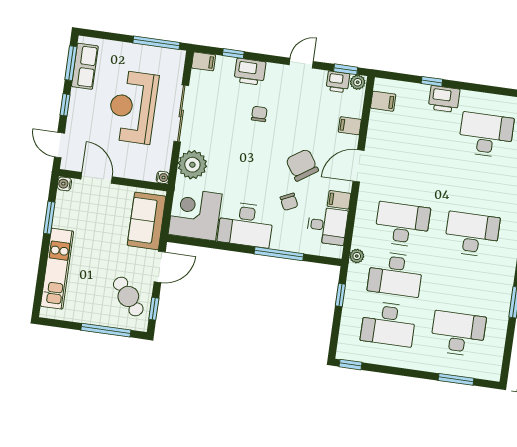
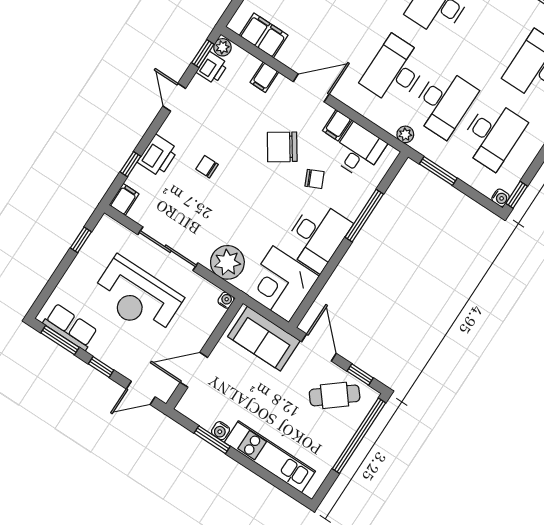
window: (156, 43) -> (81, 240), width x0.46
filing cabinet: (383, 101) -> (264, 35), width x2.00
door: (358, 166) -> (311, 88), swing flipped
water cooler: (64, 184) -> (220, 431), moved
window: (340, 295) -> (438, 171), width x1.50
window: (106, 330) -> (359, 436), width x1.46
water cooler: (342, 353) -> (501, 198), added

